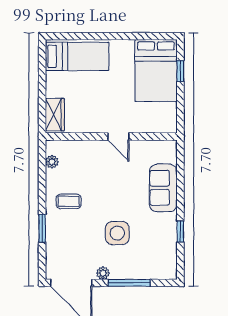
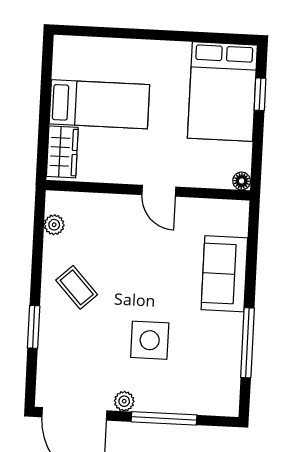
bed: (77, 56) -> (99, 104), moved
floor lamp: (171, 127) -> (242, 181), added
coffee table: (69, 201) -> (77, 287), turned 47
window: (180, 231) -> (247, 343), width x2.17

